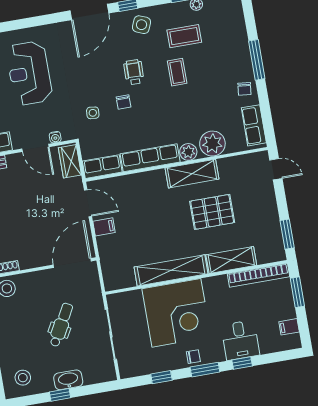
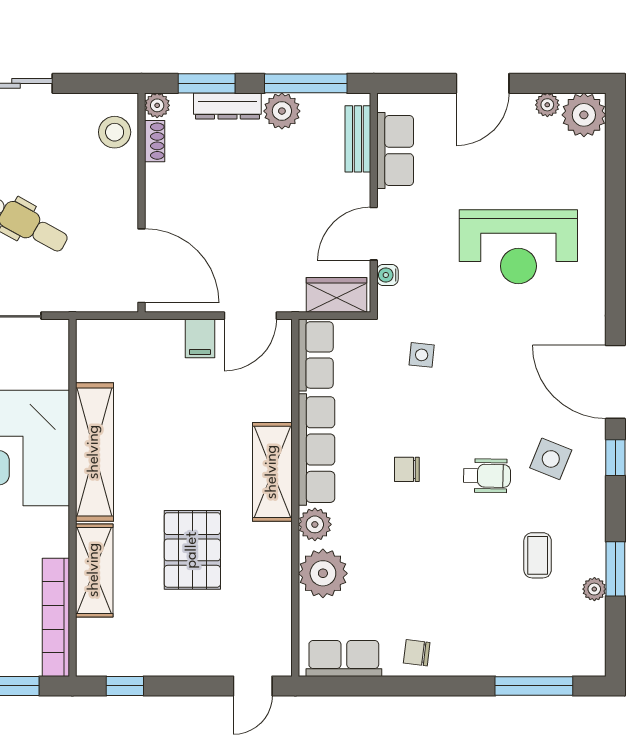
side table: (142, 25) -> (551, 459), moved
coffee table: (184, 36) -> (538, 555), width x0.73, depth x0.77
window: (257, 60) -> (534, 686), moved
wheelchair: (134, 72) -> (487, 476), moved
coffee table: (177, 72) -> (471, 530), removed
reception desk: (29, 73) -> (518, 247), turned 180
chair: (124, 102) -> (407, 469), moved
shelving: (192, 174) -> (272, 472), moved
window: (287, 234) -> (125, 686), width x0.67

